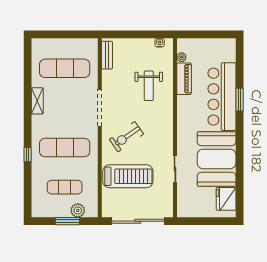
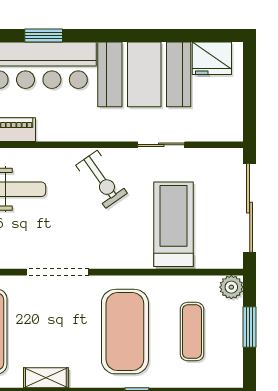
exercise bike: (126, 137) -> (102, 179), moved
exercise mat: (65, 148) -> (125, 332), width x1.47
plant: (78, 210) -> (231, 287), moved

